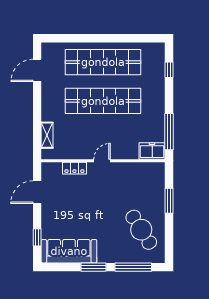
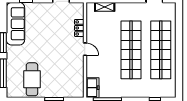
cafe table: (141, 230) -> (32, 79), turned -58

